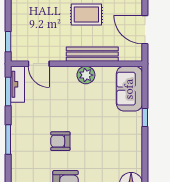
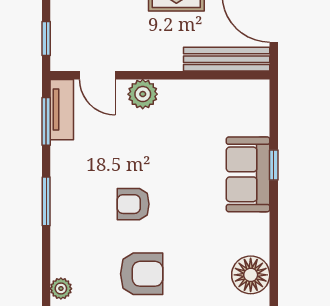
bench: (92, 54) -> (227, 59), moved
plant: (86, 75) -> (143, 94), moved
sofa: (129, 89) -> (248, 174), moved

